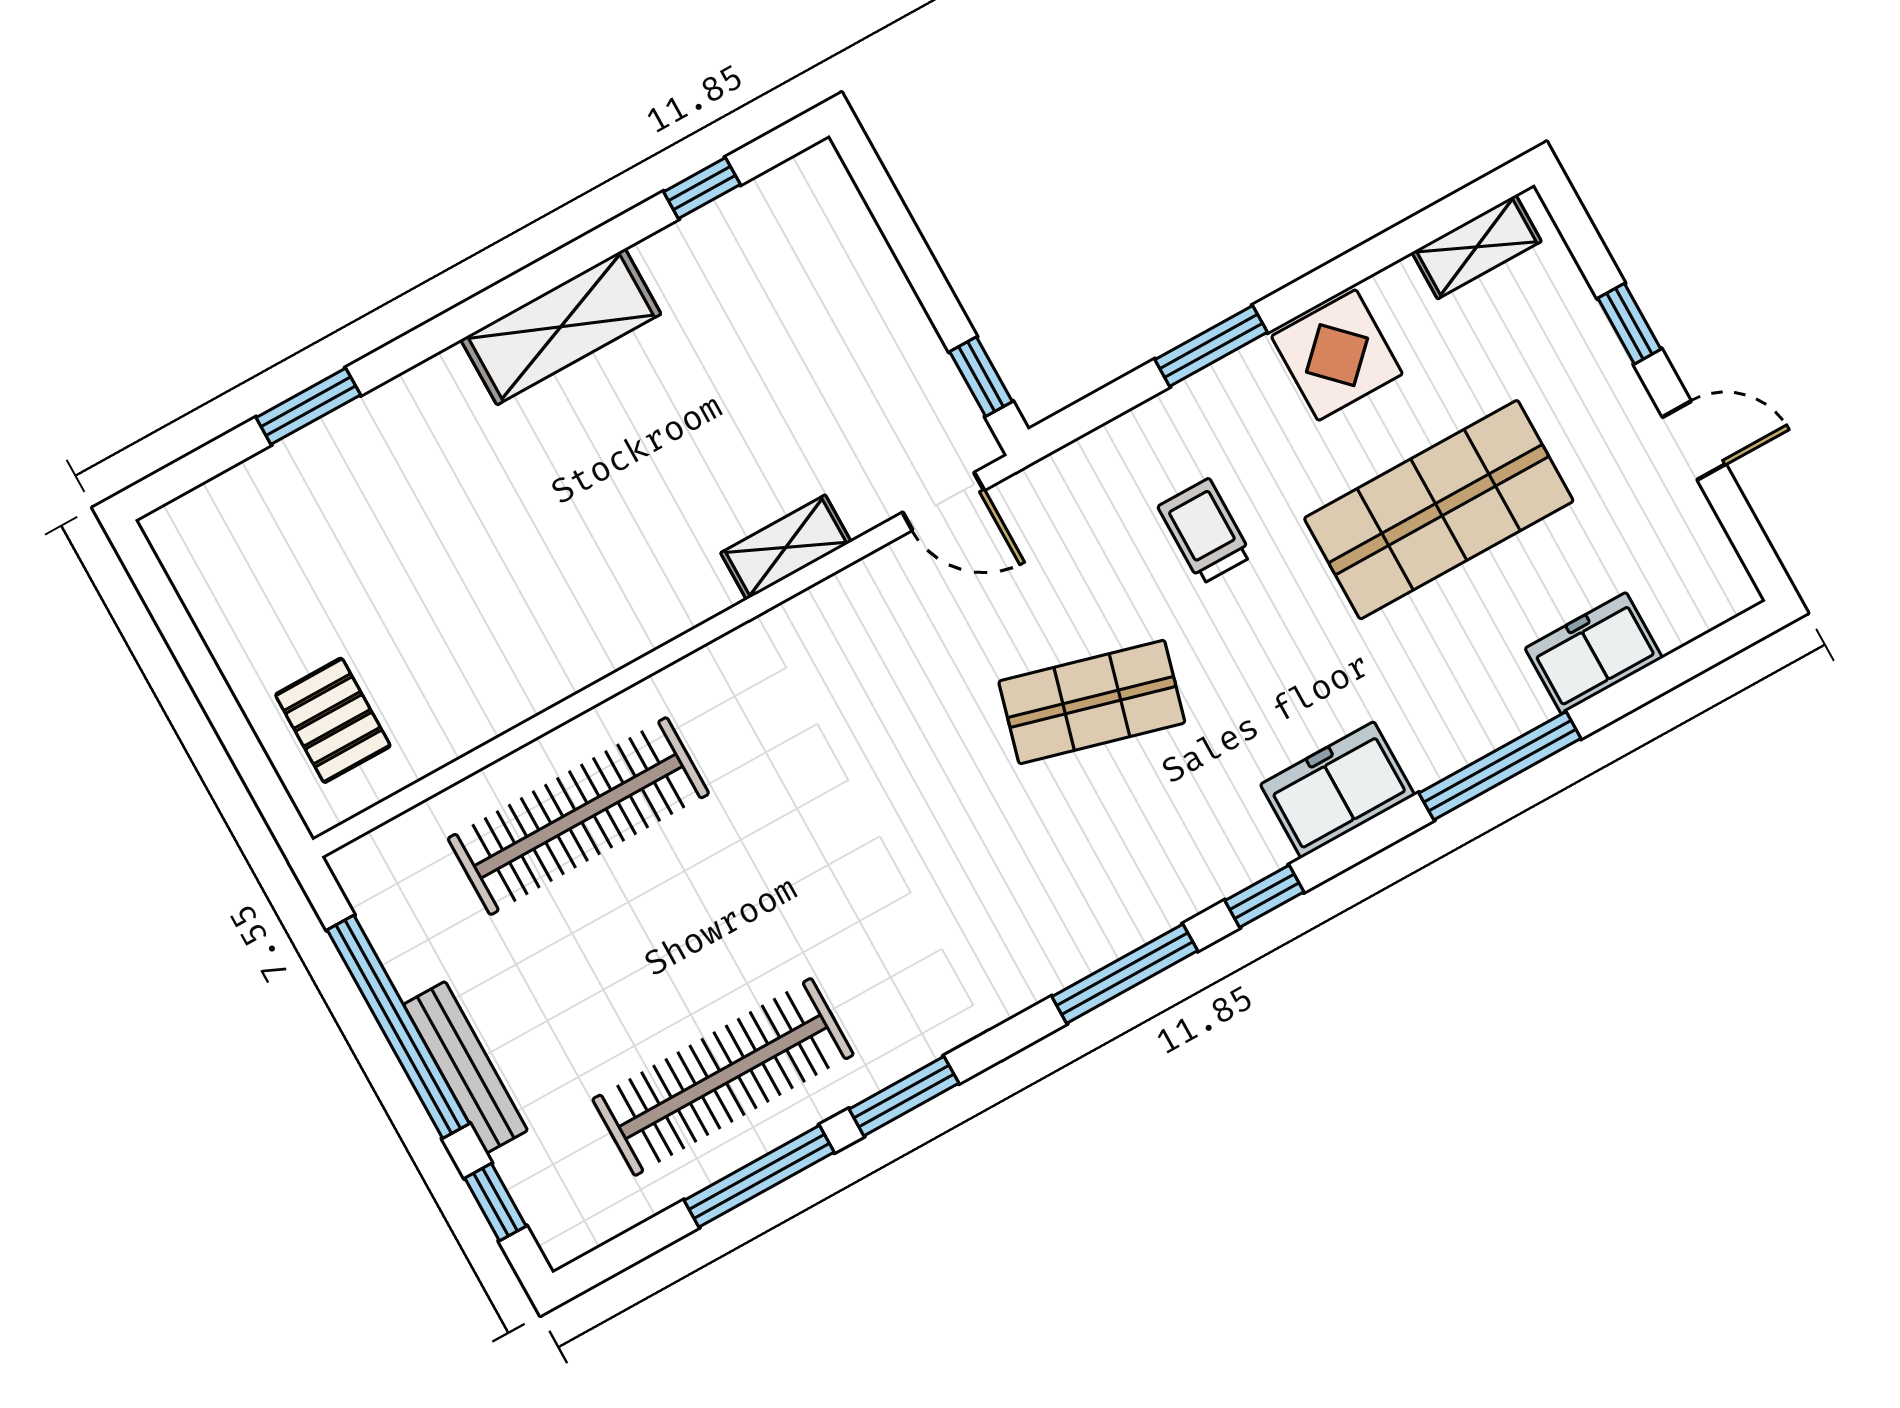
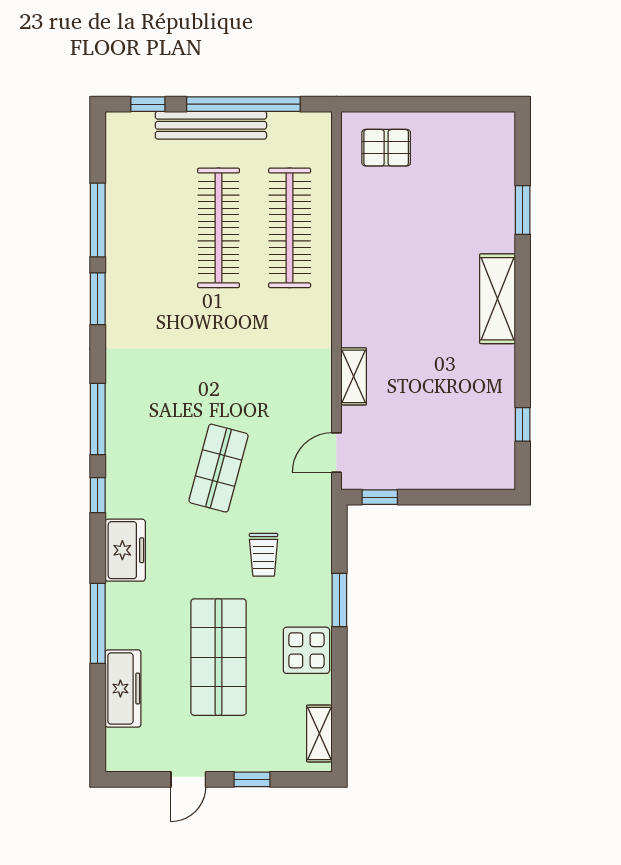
shelving: (561, 327) -> (497, 299), moved
trolley: (1205, 531) -> (264, 555), turned 90
freezer: (1594, 653) -> (123, 689), width x1.40
bench: (466, 1067) -> (211, 125), width x1.37, depth x1.21
clothes rail: (723, 1077) -> (219, 228), moved

